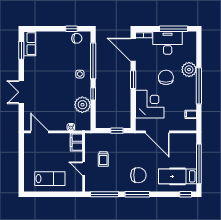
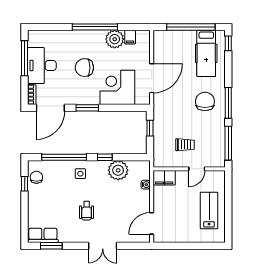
plant: (189, 70) -> (115, 39), moved
wheelchair: (50, 79) -> (87, 211), added

